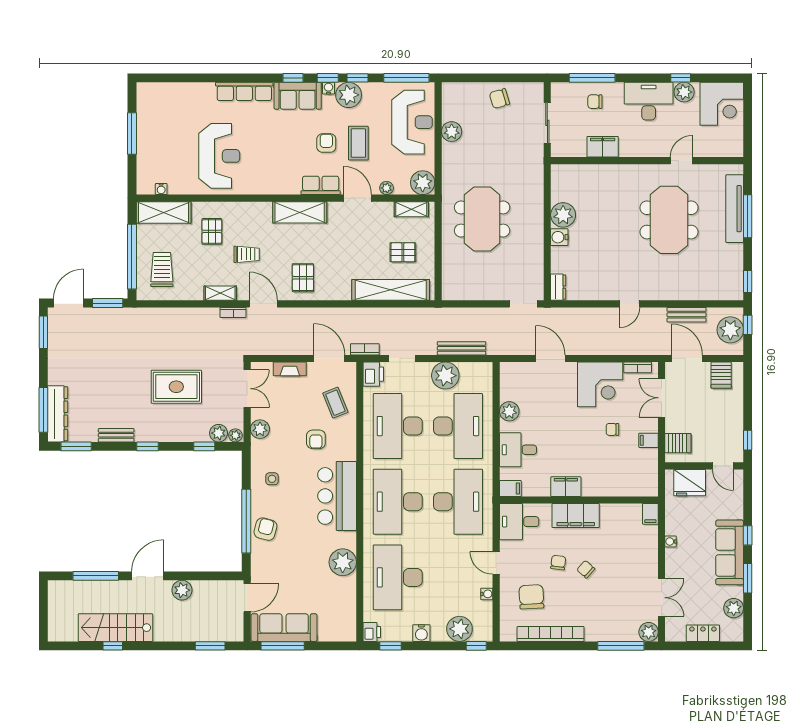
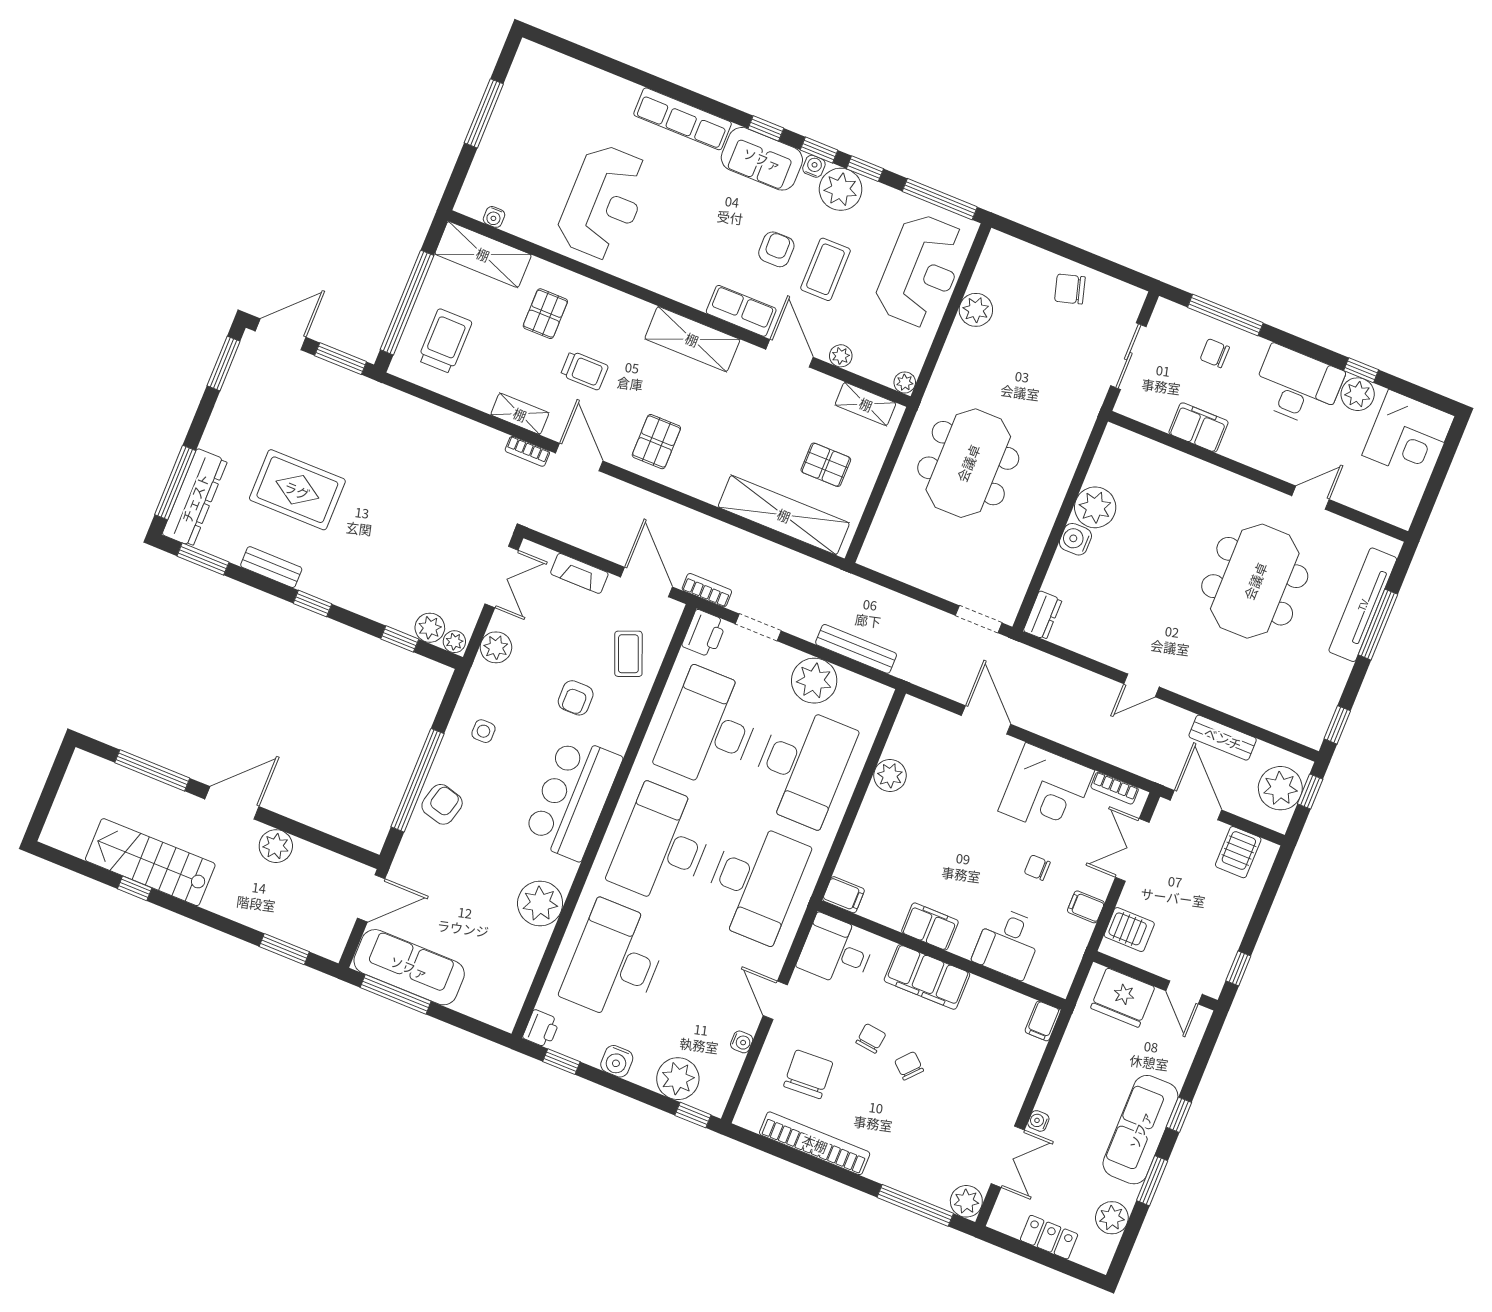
plant: (423, 183) -> (905, 382), width x0.53, depth x0.53
rug: (176, 387) -> (297, 490), moved
desk: (518, 450) -> (1008, 943), moved, turned -90
water cooler: (671, 541) -> (1038, 1121), moved

